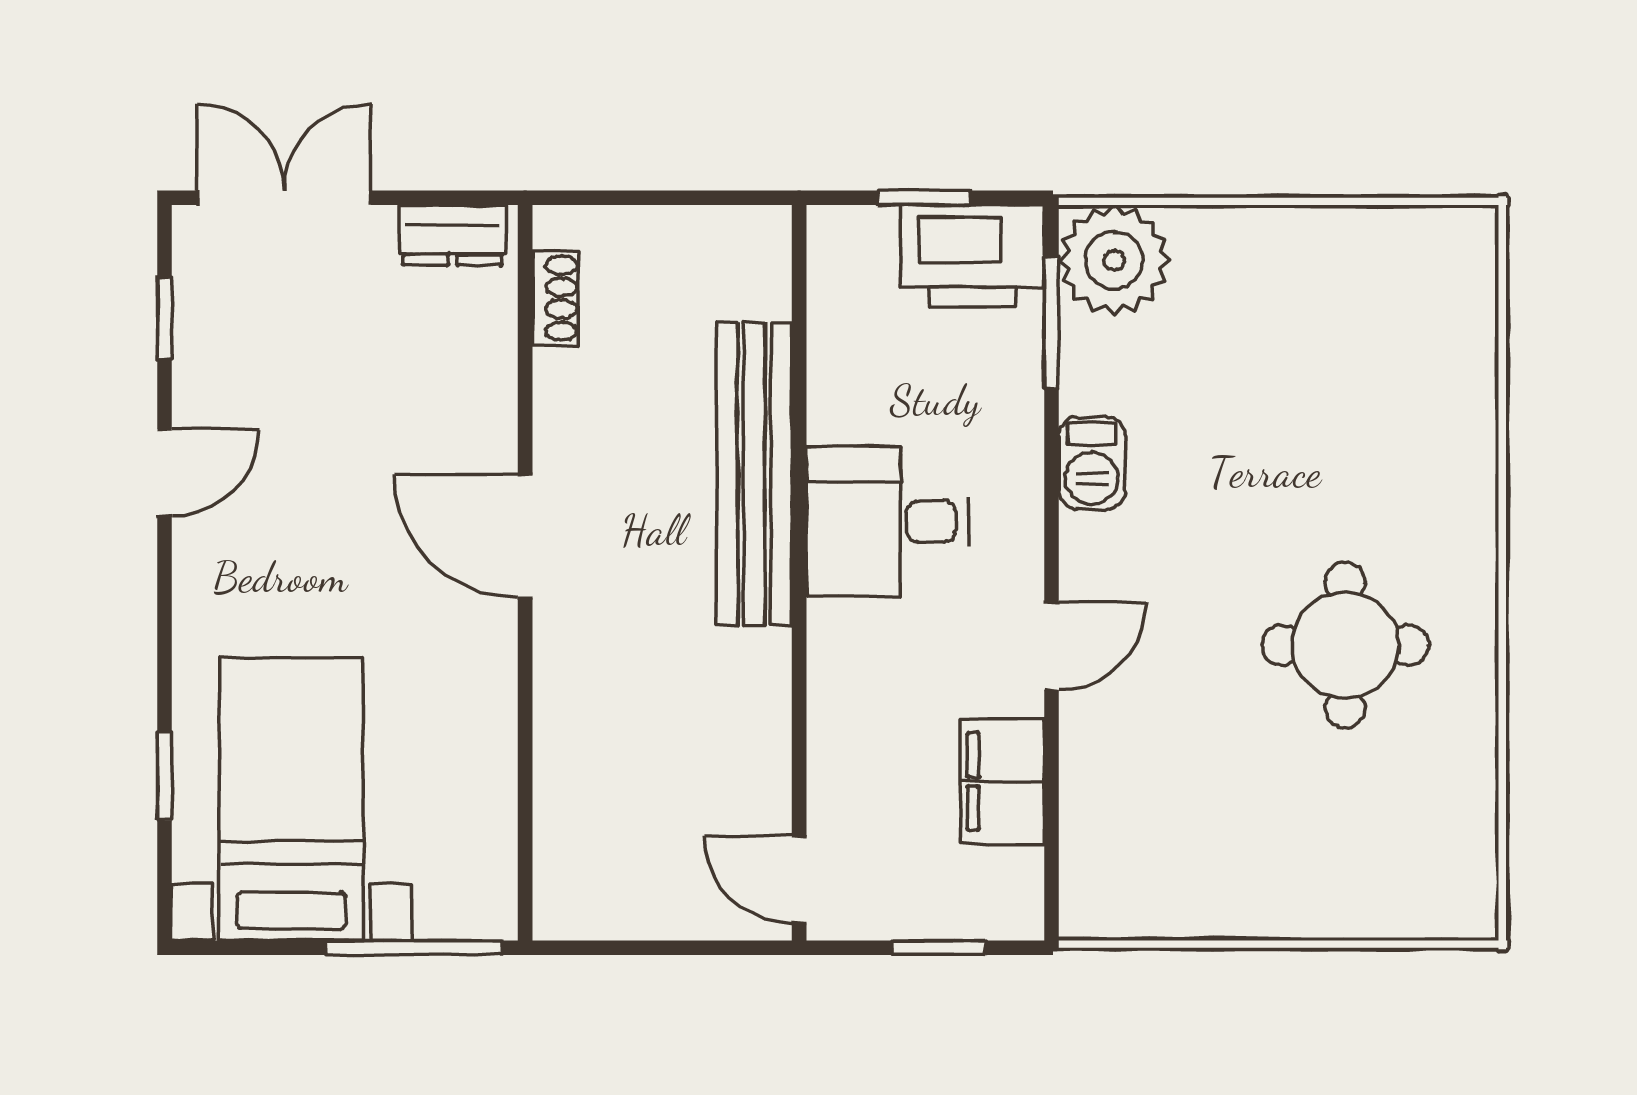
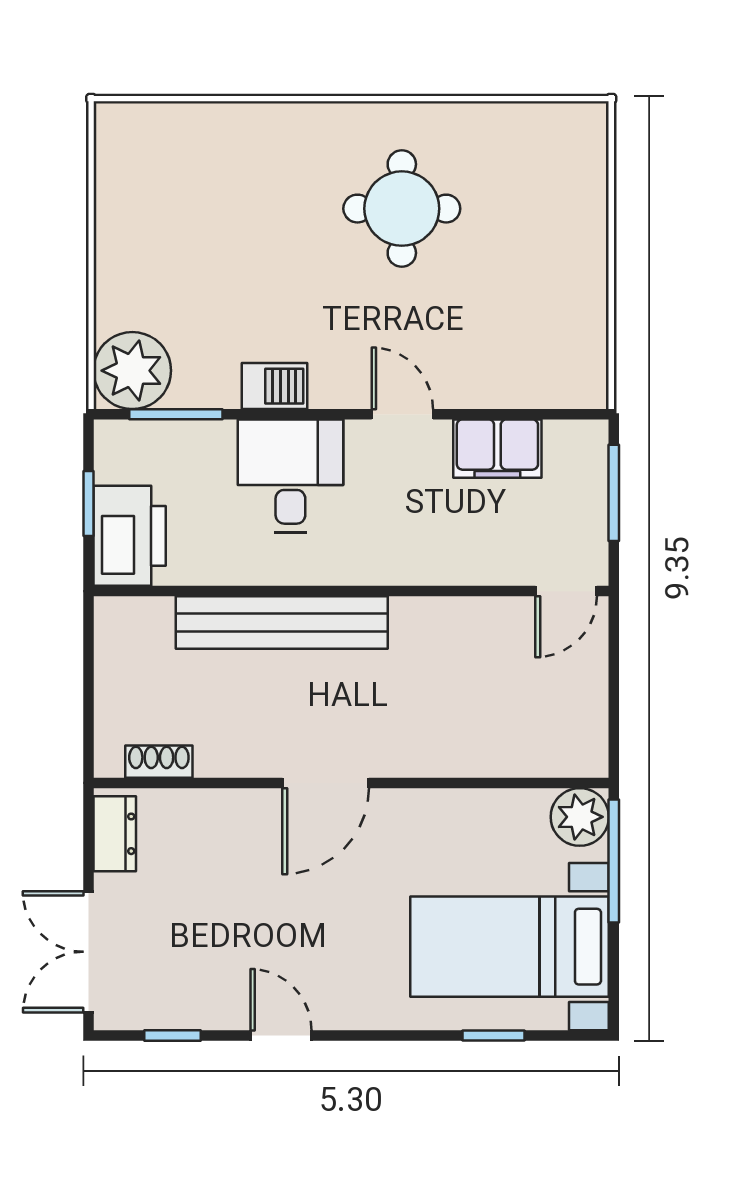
printer: (973, 256) -> (130, 536), moved
desk: (887, 521) -> (290, 476), moved, turned 180
plant: (477, 899) -> (580, 817), added
window: (939, 948) -> (614, 493), width x1.50

